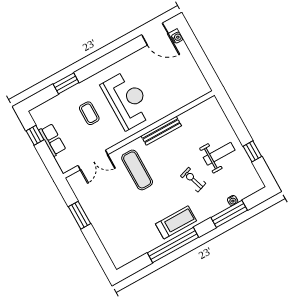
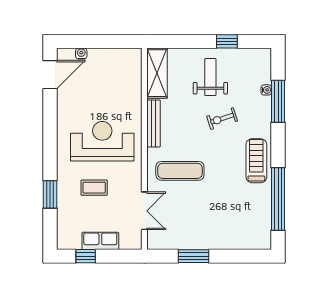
water cooler: (177, 38) -> (81, 54), moved
shelving: (200, 113) -> (157, 73), added
window: (173, 245) -> (278, 199), moved

